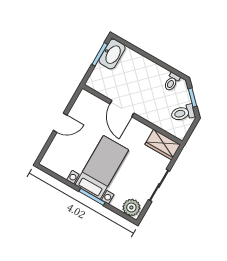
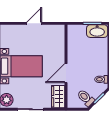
door: (122, 109) -> (66, 73), moved
door: (60, 123) -> (34, 23), swing flipped

